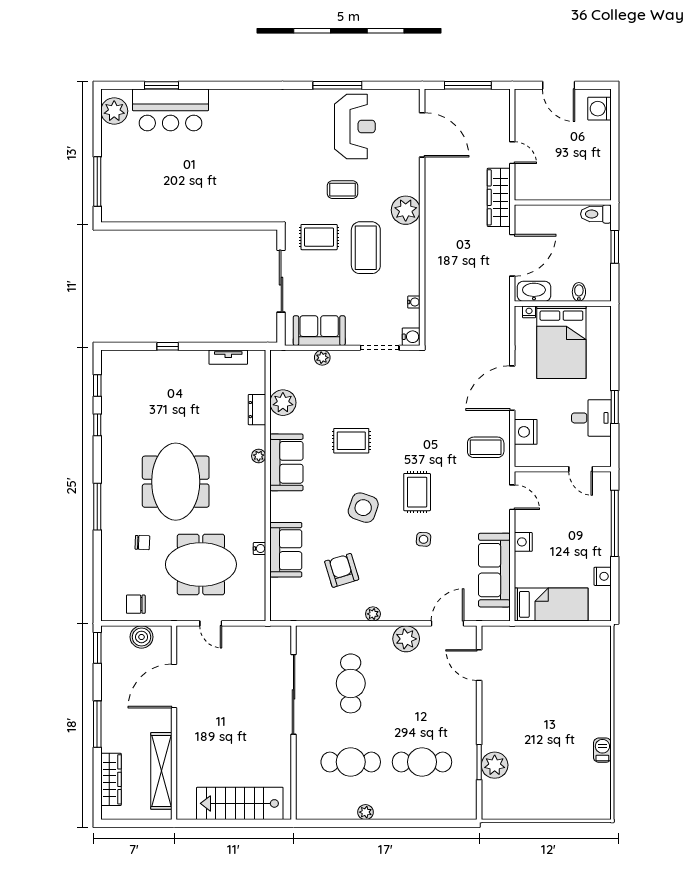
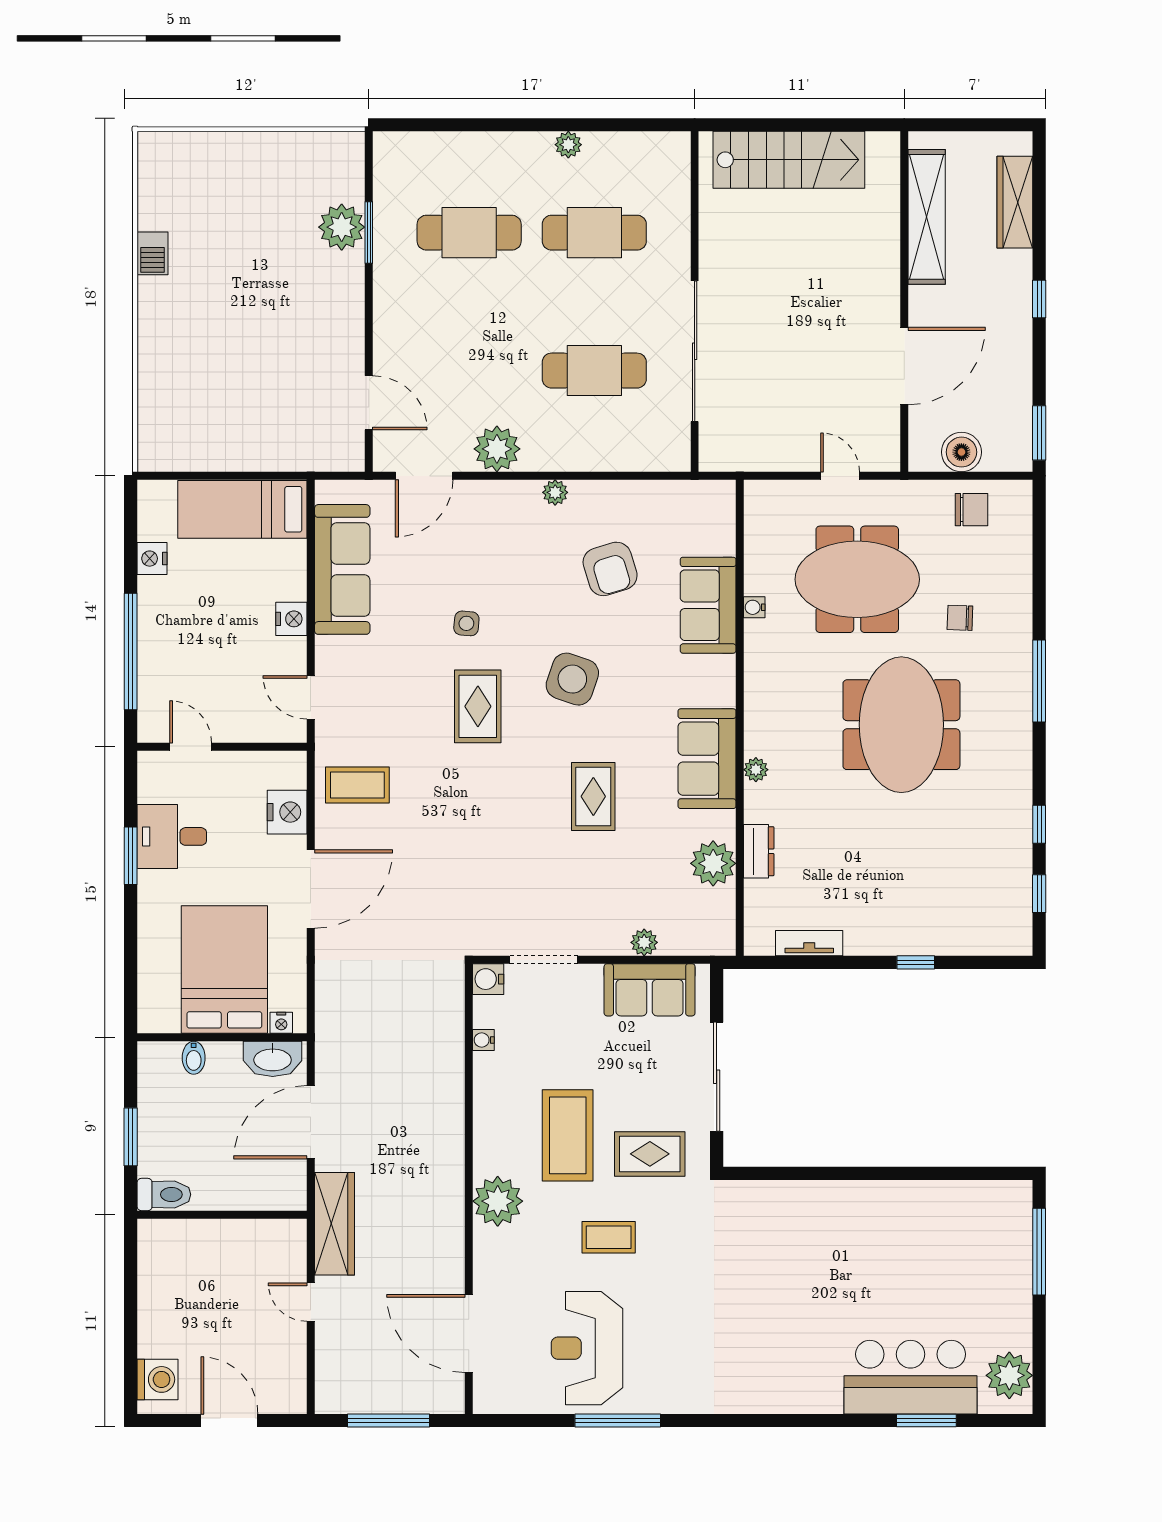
rug: (351, 441) -> (593, 796), turned 90
cafe table: (351, 683) -> (594, 371), turned 90
window: (97, 724) -> (1039, 299), width x0.46

